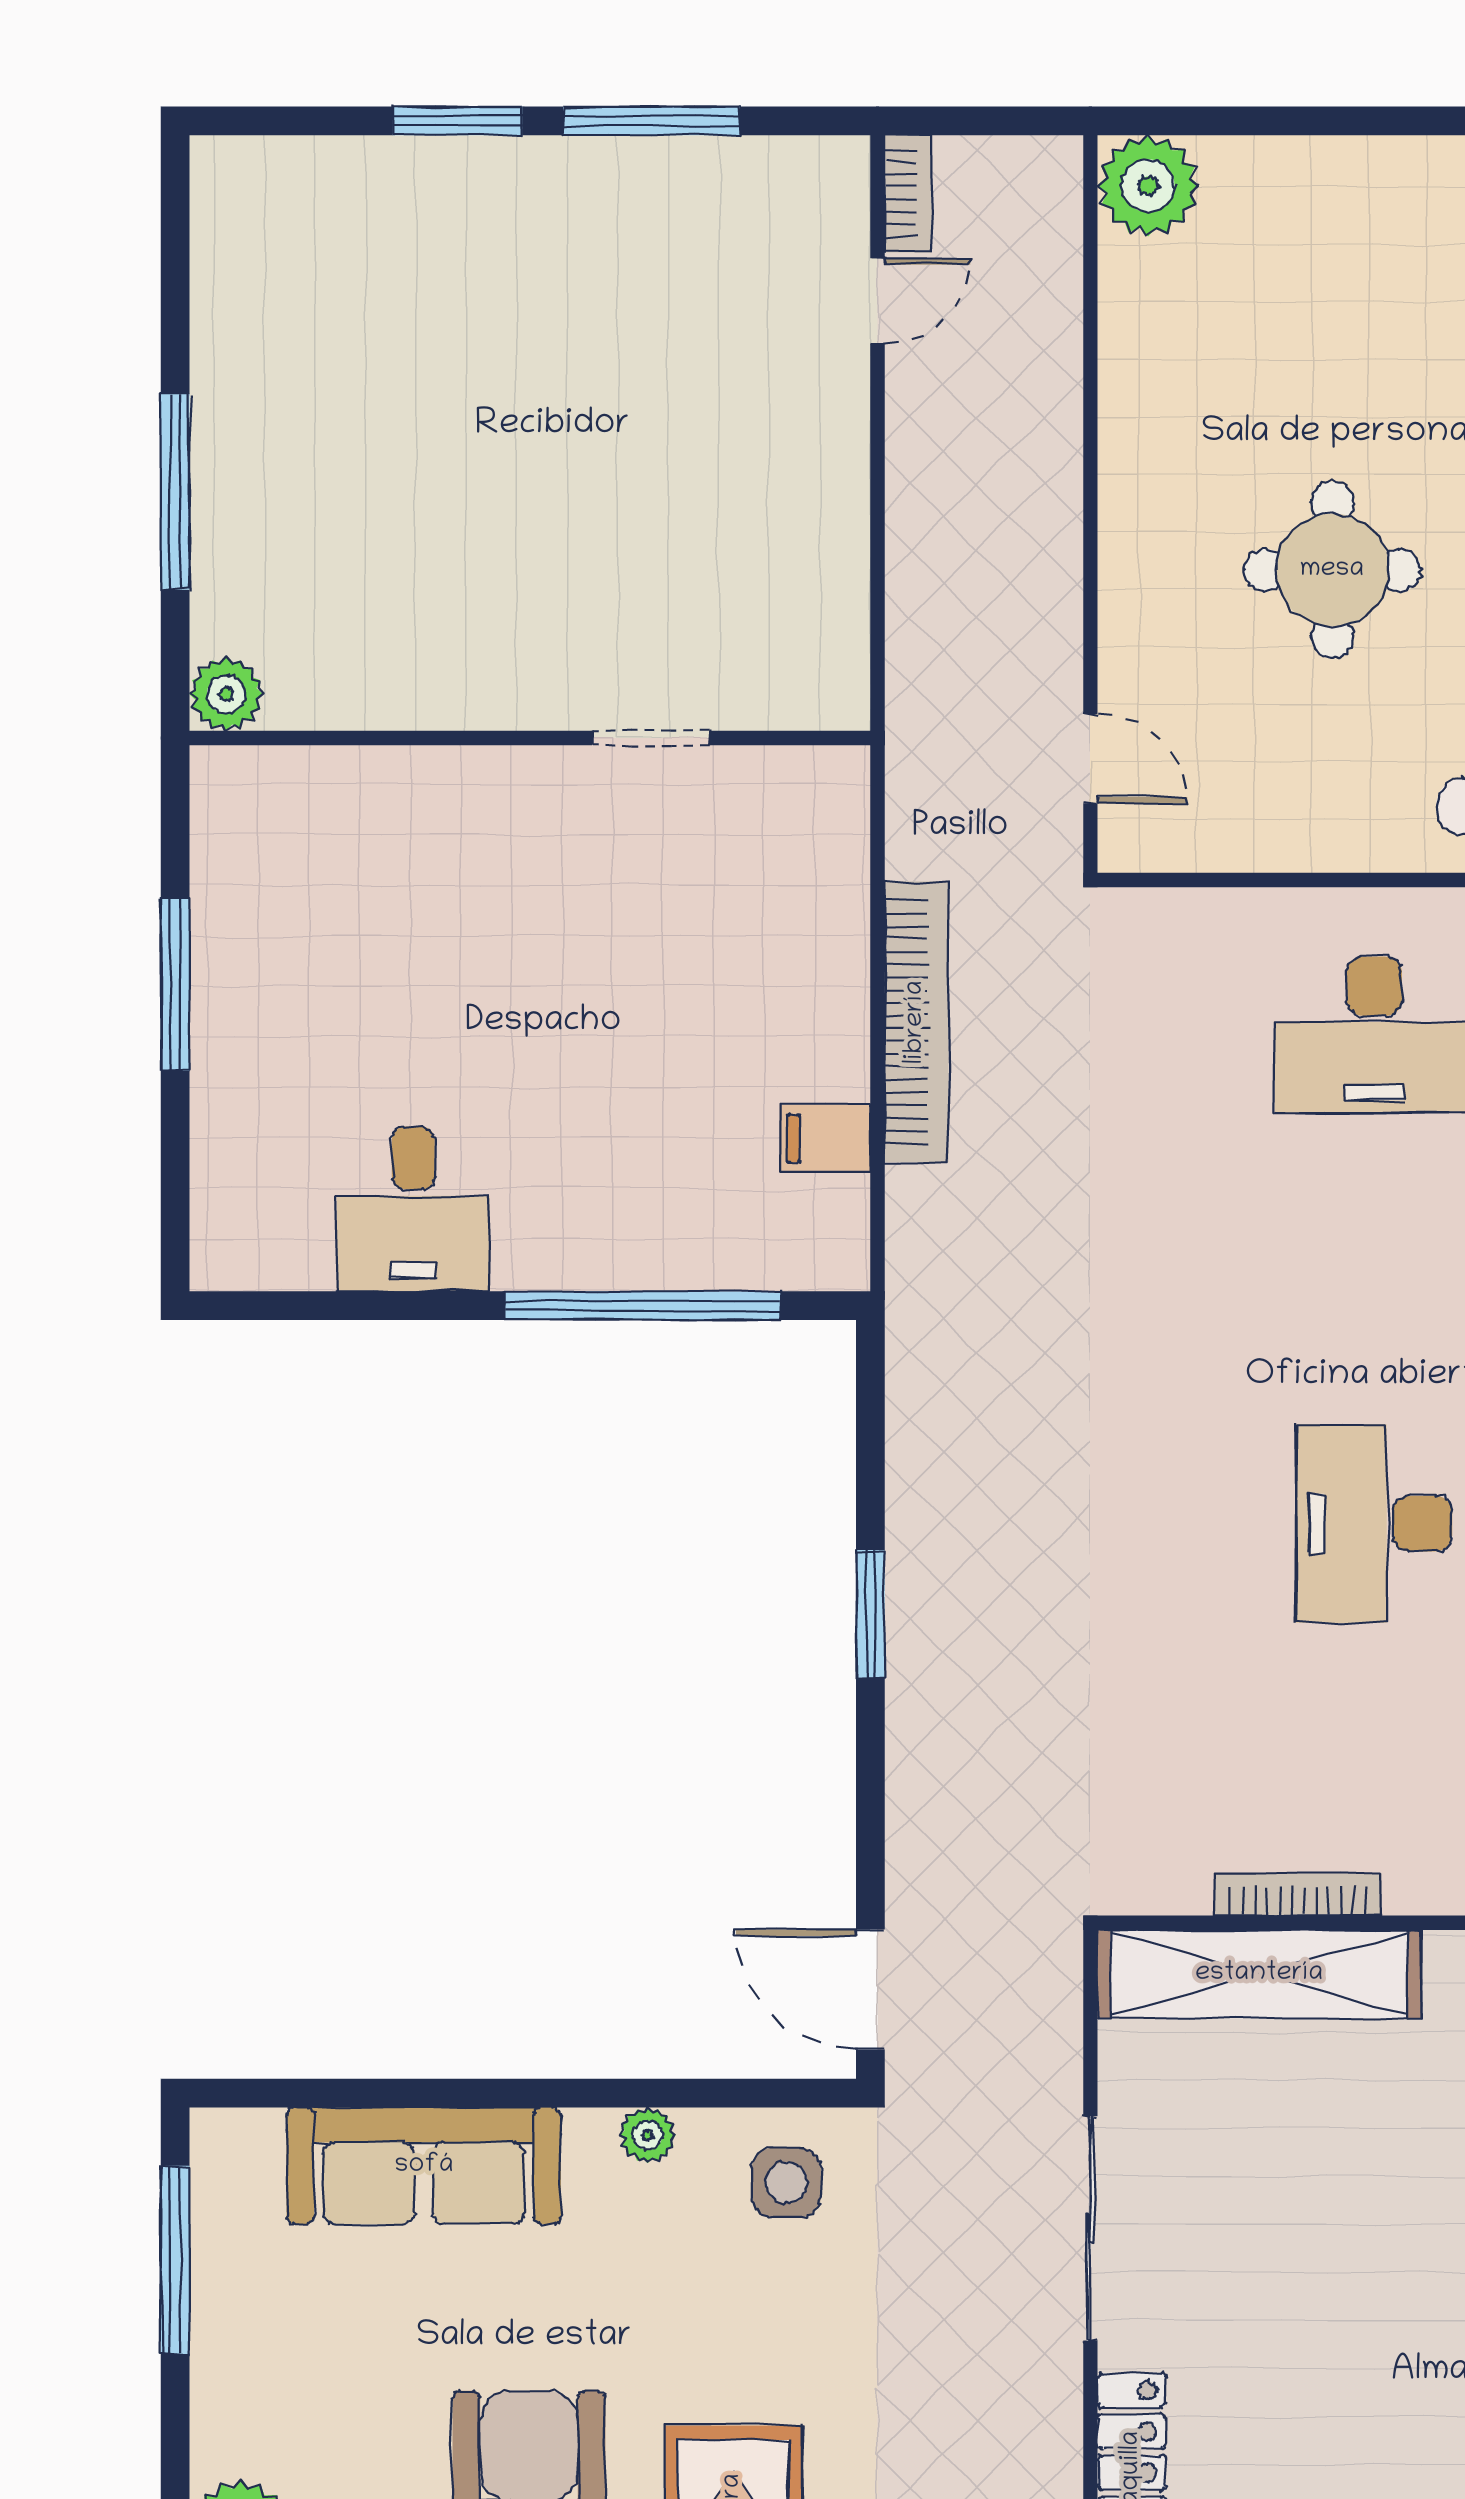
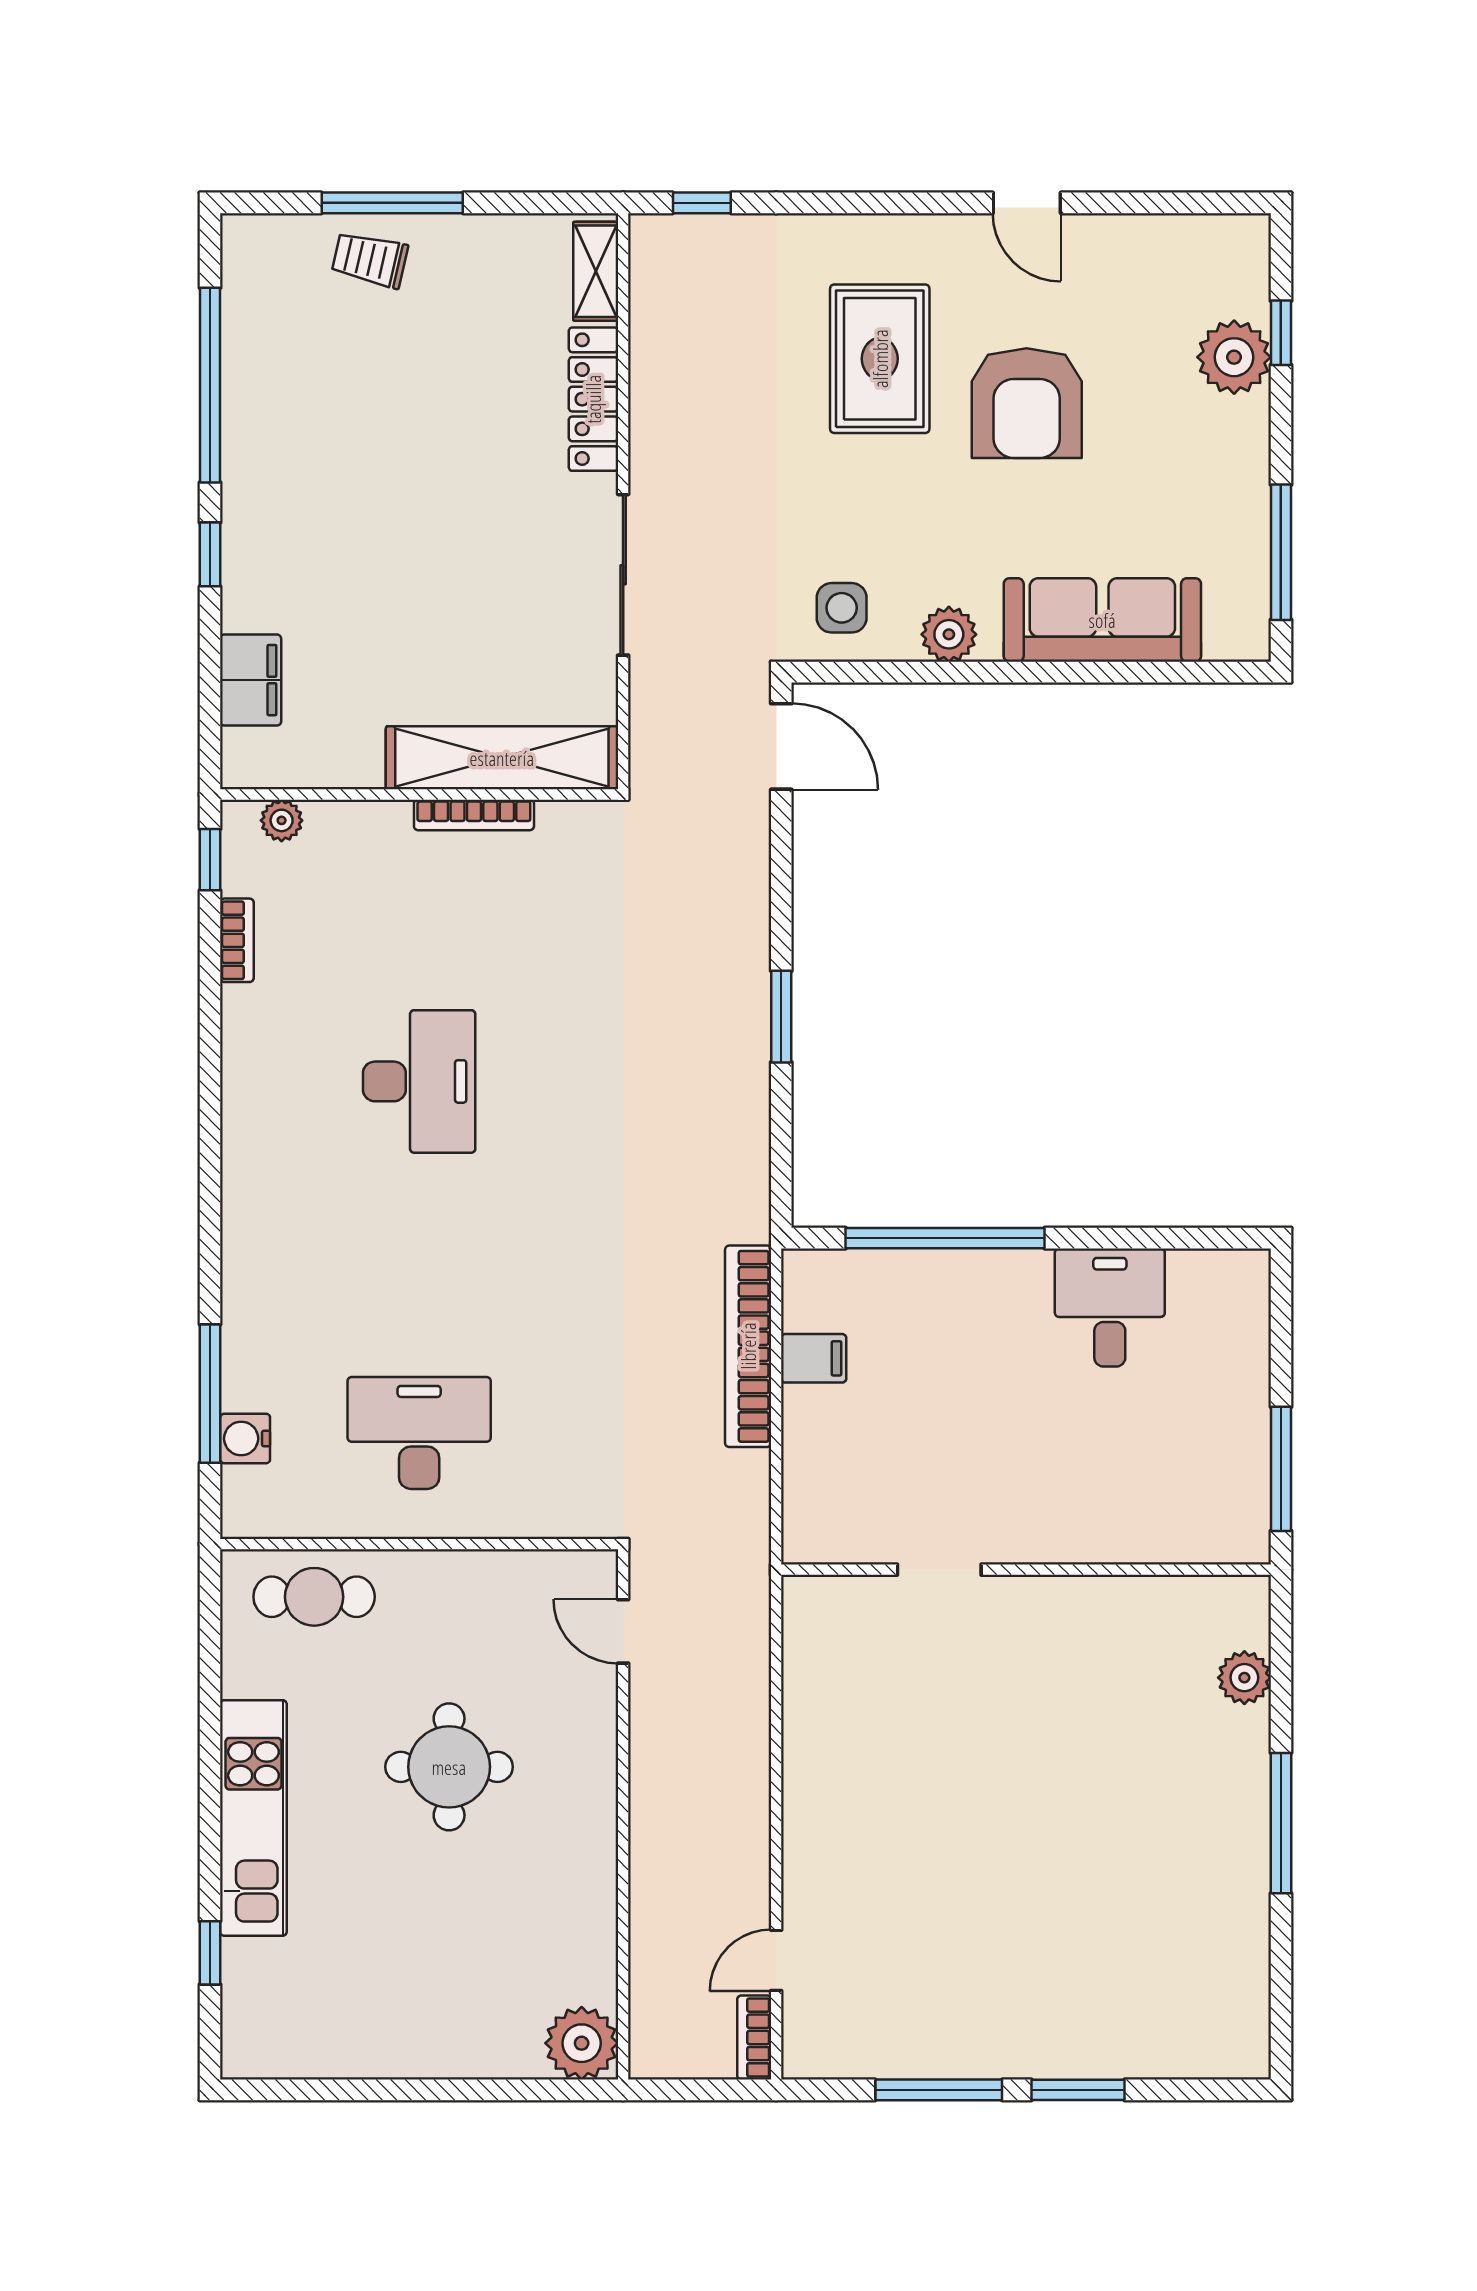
wall: (530, 738) -> (1026, 1570), moved
doorway: (651, 738) -> (939, 1570), moved
bookcase: (916, 1022) -> (748, 1346), moved
plant: (648, 2135) -> (949, 634), width x1.38, depth x1.38

